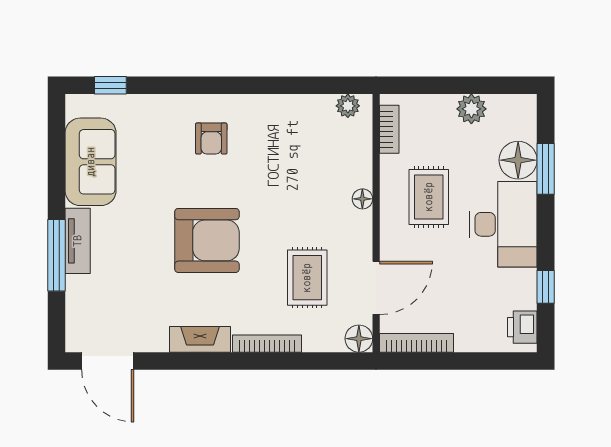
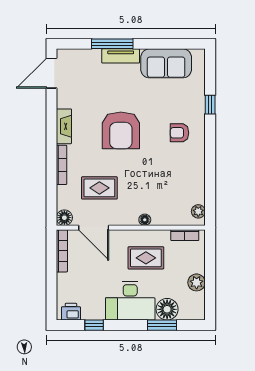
window: (110, 85) -> (210, 105), moved

